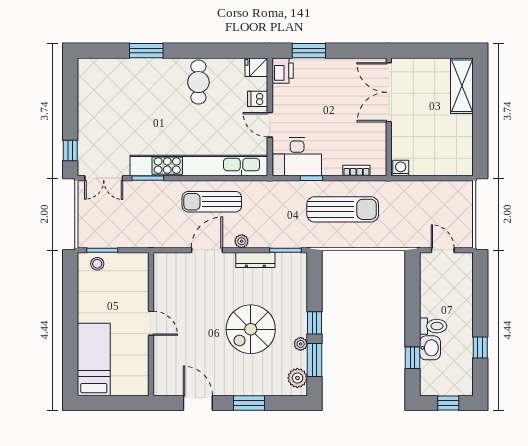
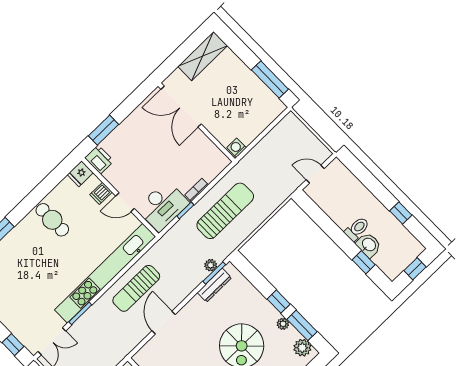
shelving: (462, 86) -> (203, 56), moved, turned 90
window: (480, 140) -> (270, 79), added
bookcase: (356, 171) -> (197, 190), moved
plant: (242, 241) -> (211, 265), moved
dresser: (255, 260) -> (214, 285), moved

